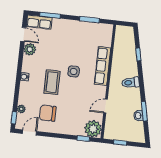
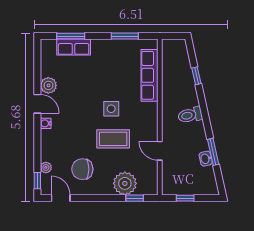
row of seats: (39, 22) -> (74, 47), moved
door: (23, 35) -> (37, 104), moved
row of seats: (103, 66) -> (150, 75), moved
coffee table: (52, 82) -> (113, 139), moved, turned 90
door: (106, 106) -> (160, 151), hinge flipped
plant: (93, 129) -> (125, 183), moved
door: (29, 132) -> (61, 198), hinge flipped

